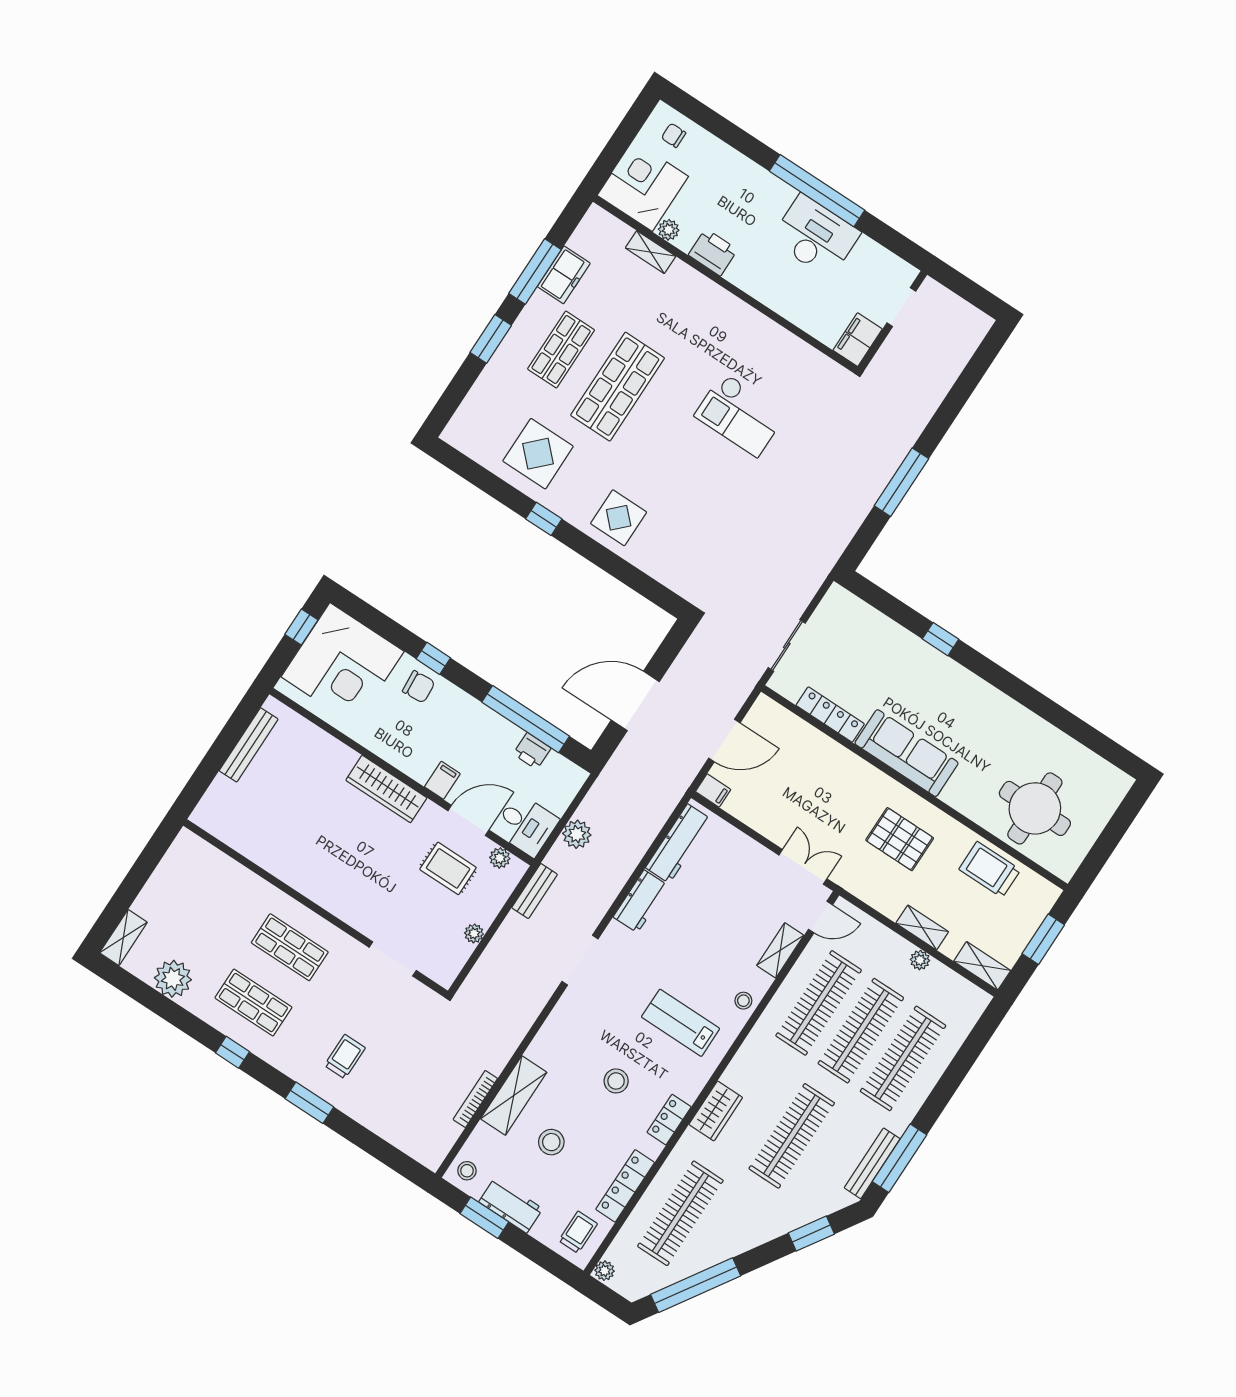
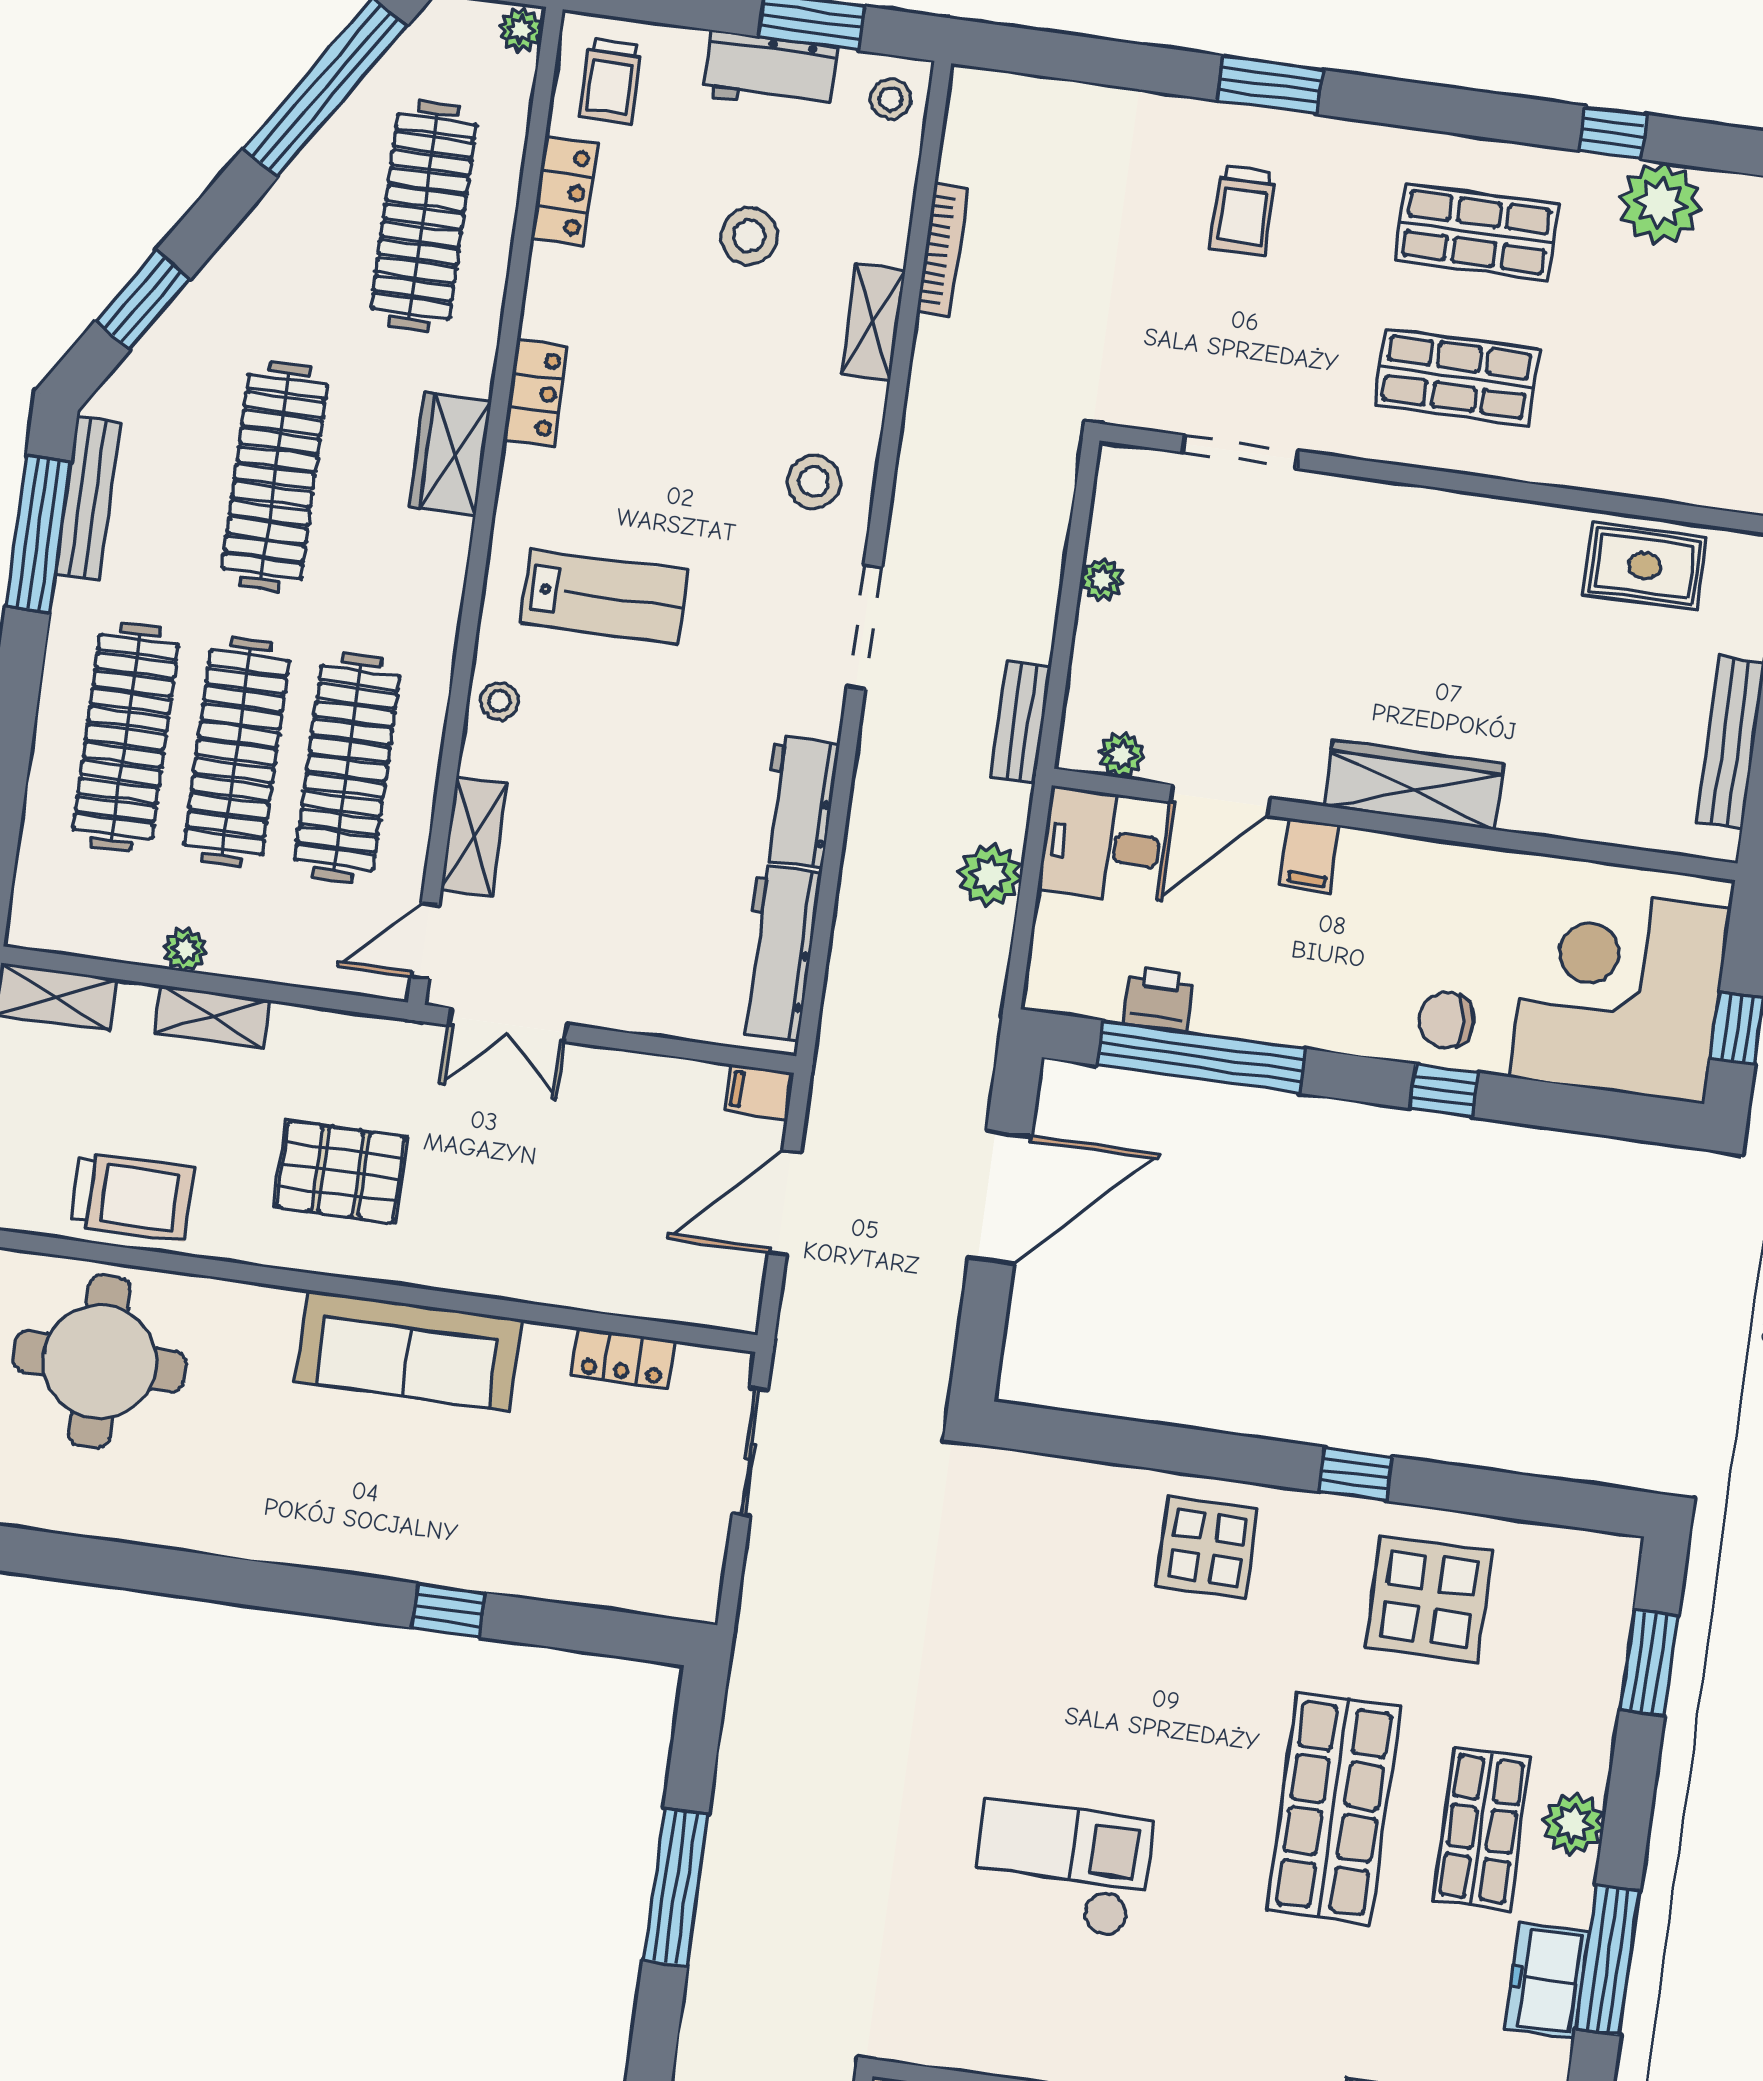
plant: (523, 334) -> (1573, 1824), added
window: (491, 339) -> (1649, 1663), moved
locker: (830, 715) -> (623, 1358), width x0.66
rug: (448, 868) -> (1645, 566), moved
window: (232, 1052) -> (1613, 133), moved
stool: (616, 1081) -> (814, 482), moved
shelving: (514, 1096) -> (873, 322), width x0.67, depth x0.75
locker: (625, 1186) -> (564, 191), width x0.66

